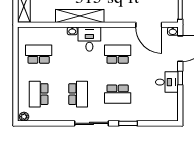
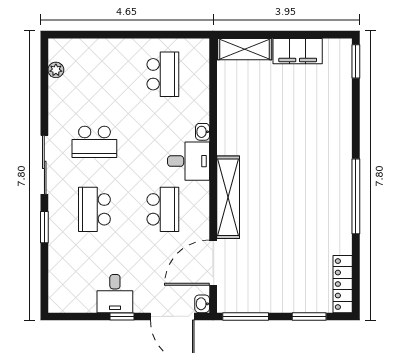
shelving: (80, 16) -> (228, 197), moved
school desk: (39, 94) -> (94, 74), removed
plant: (24, 117) -> (56, 70), moved

